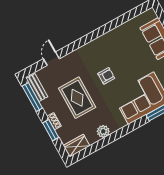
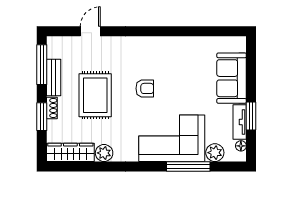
bench: (37, 88) -> (54, 77), moved
wardrobe: (76, 146) -> (70, 152), width x1.50

